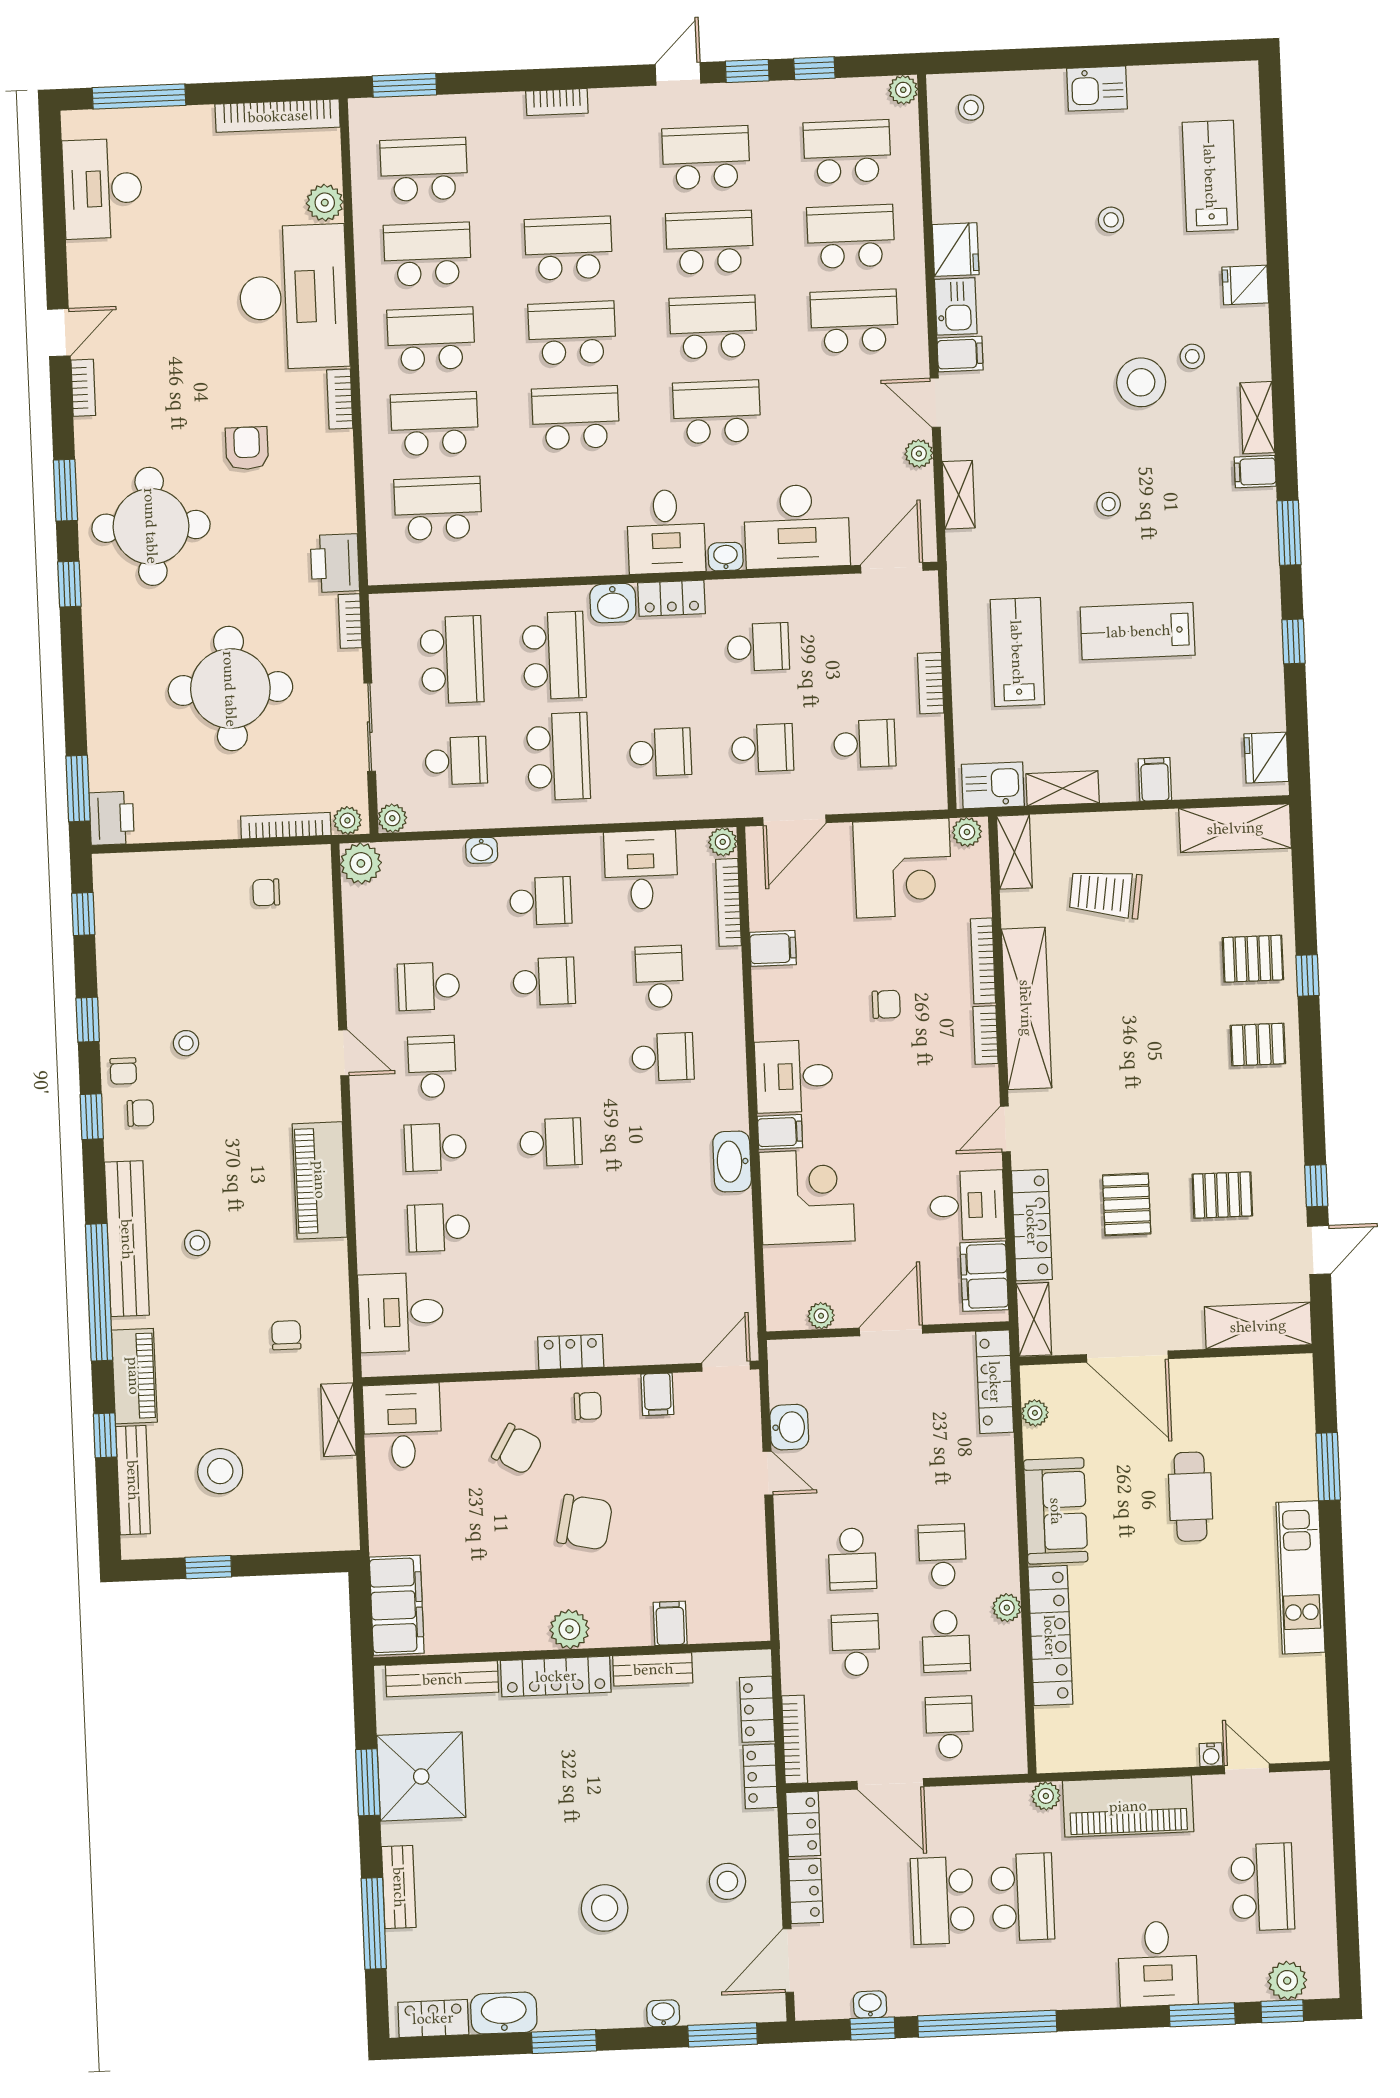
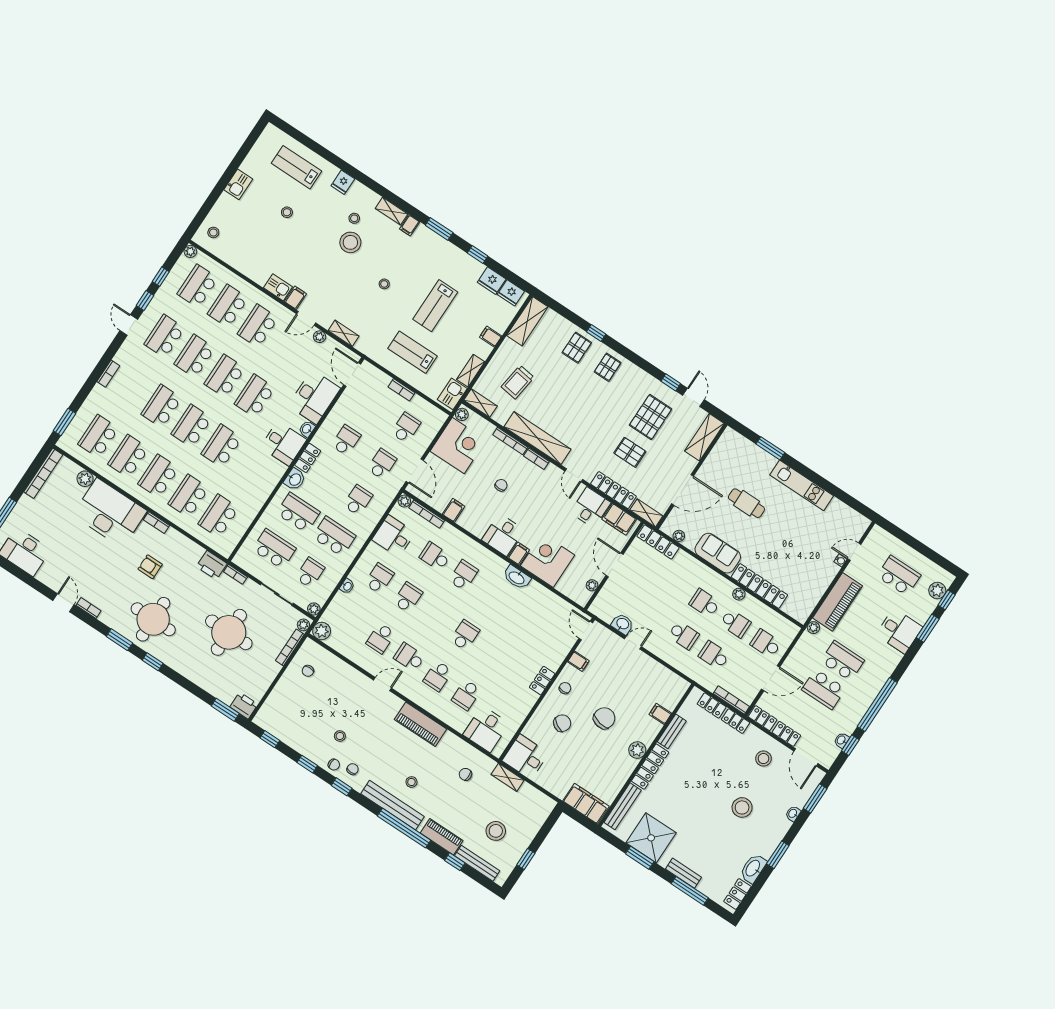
fridge: (956, 250) -> (492, 281), moved, turned 180
pallet: (1222, 1195) -> (651, 417), width x1.50, depth x1.42

